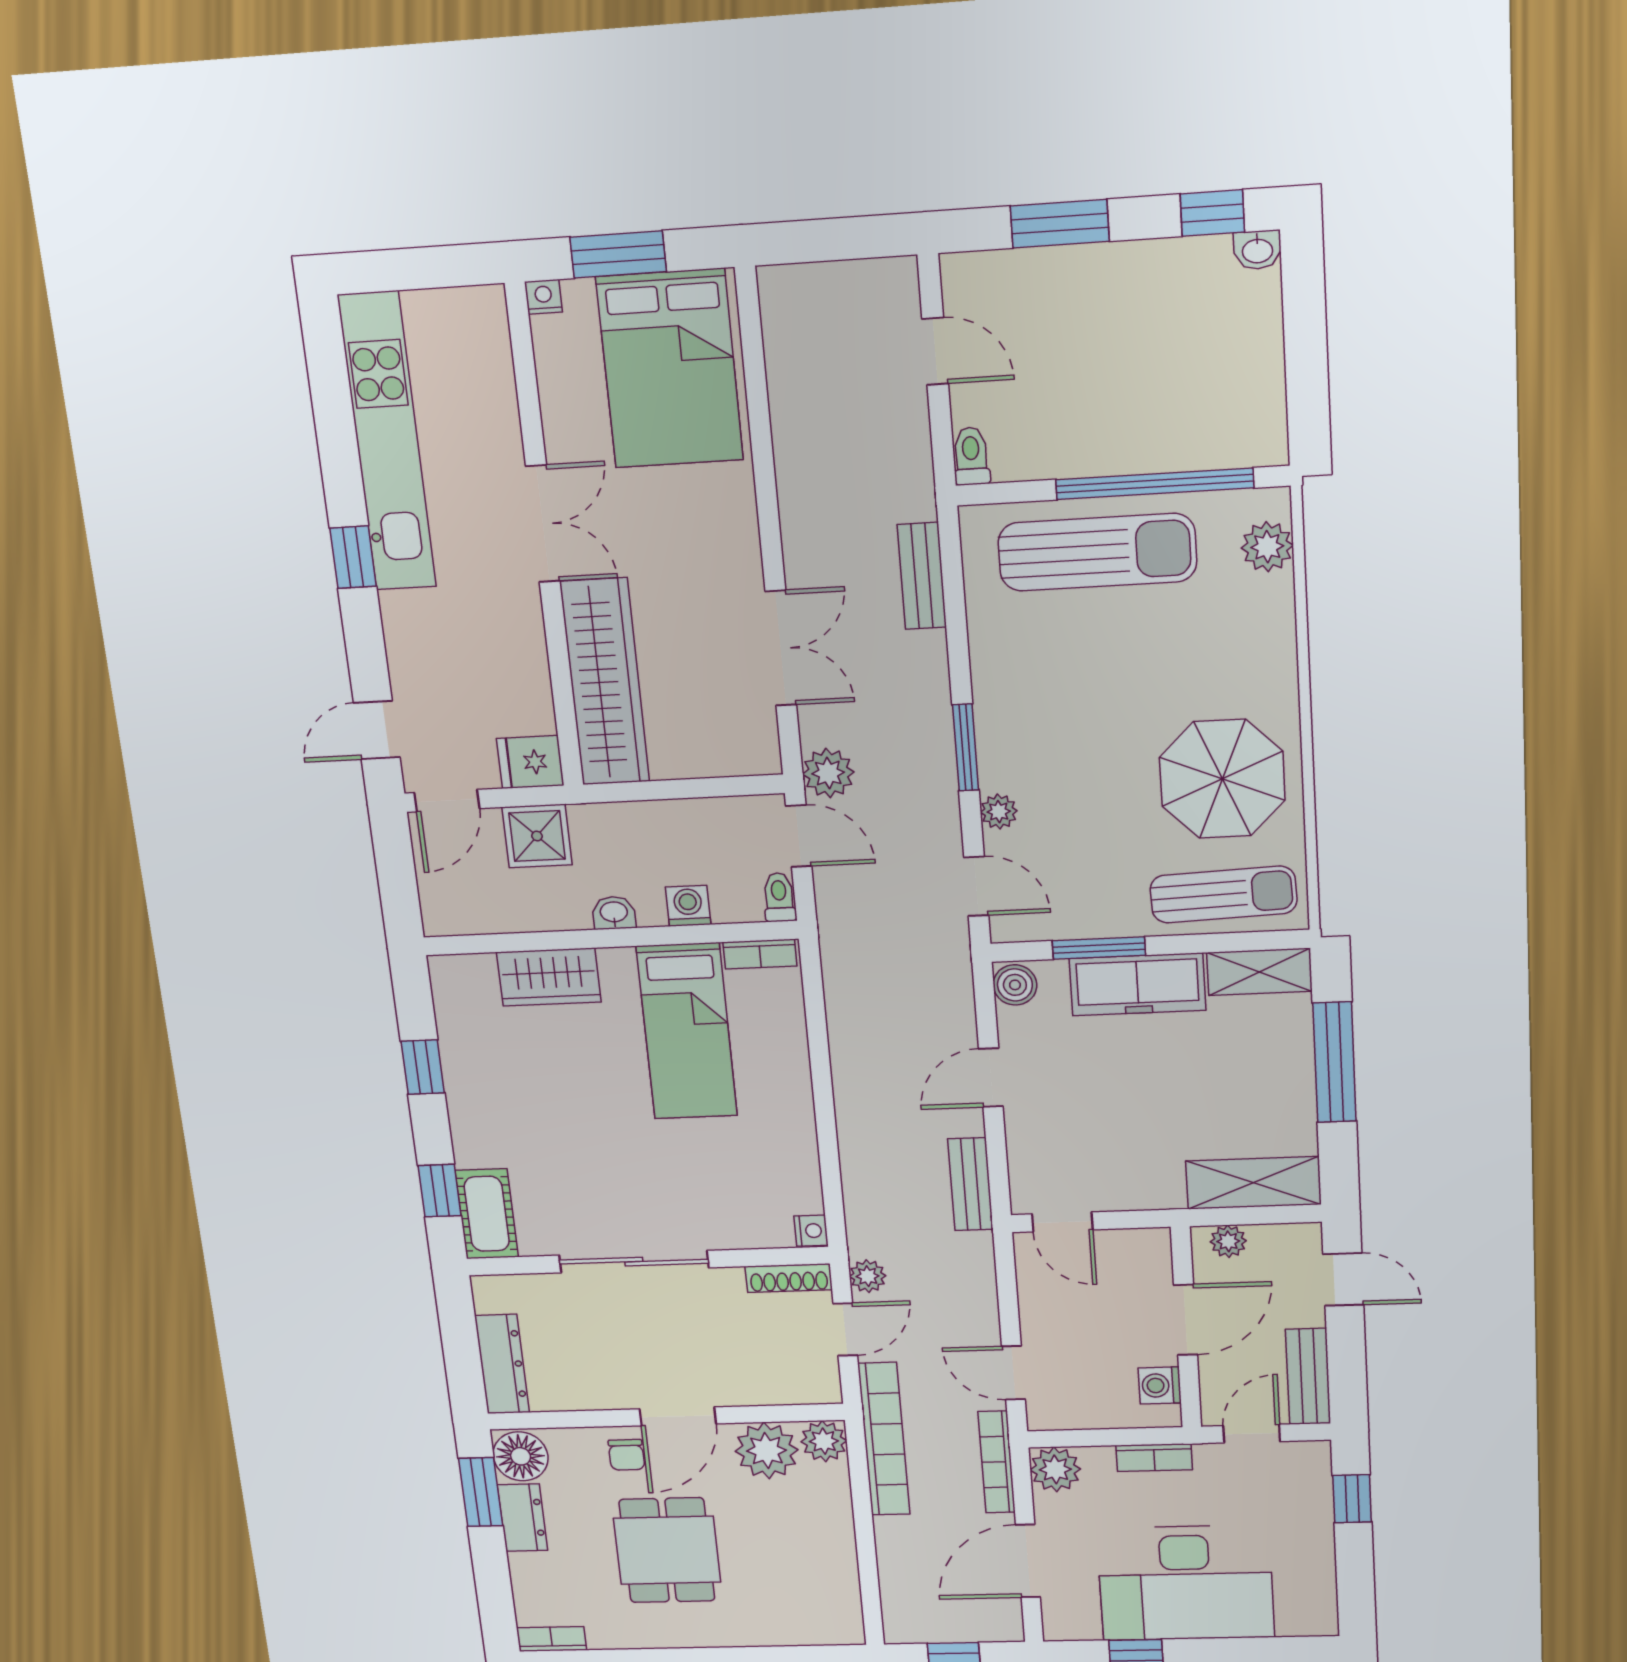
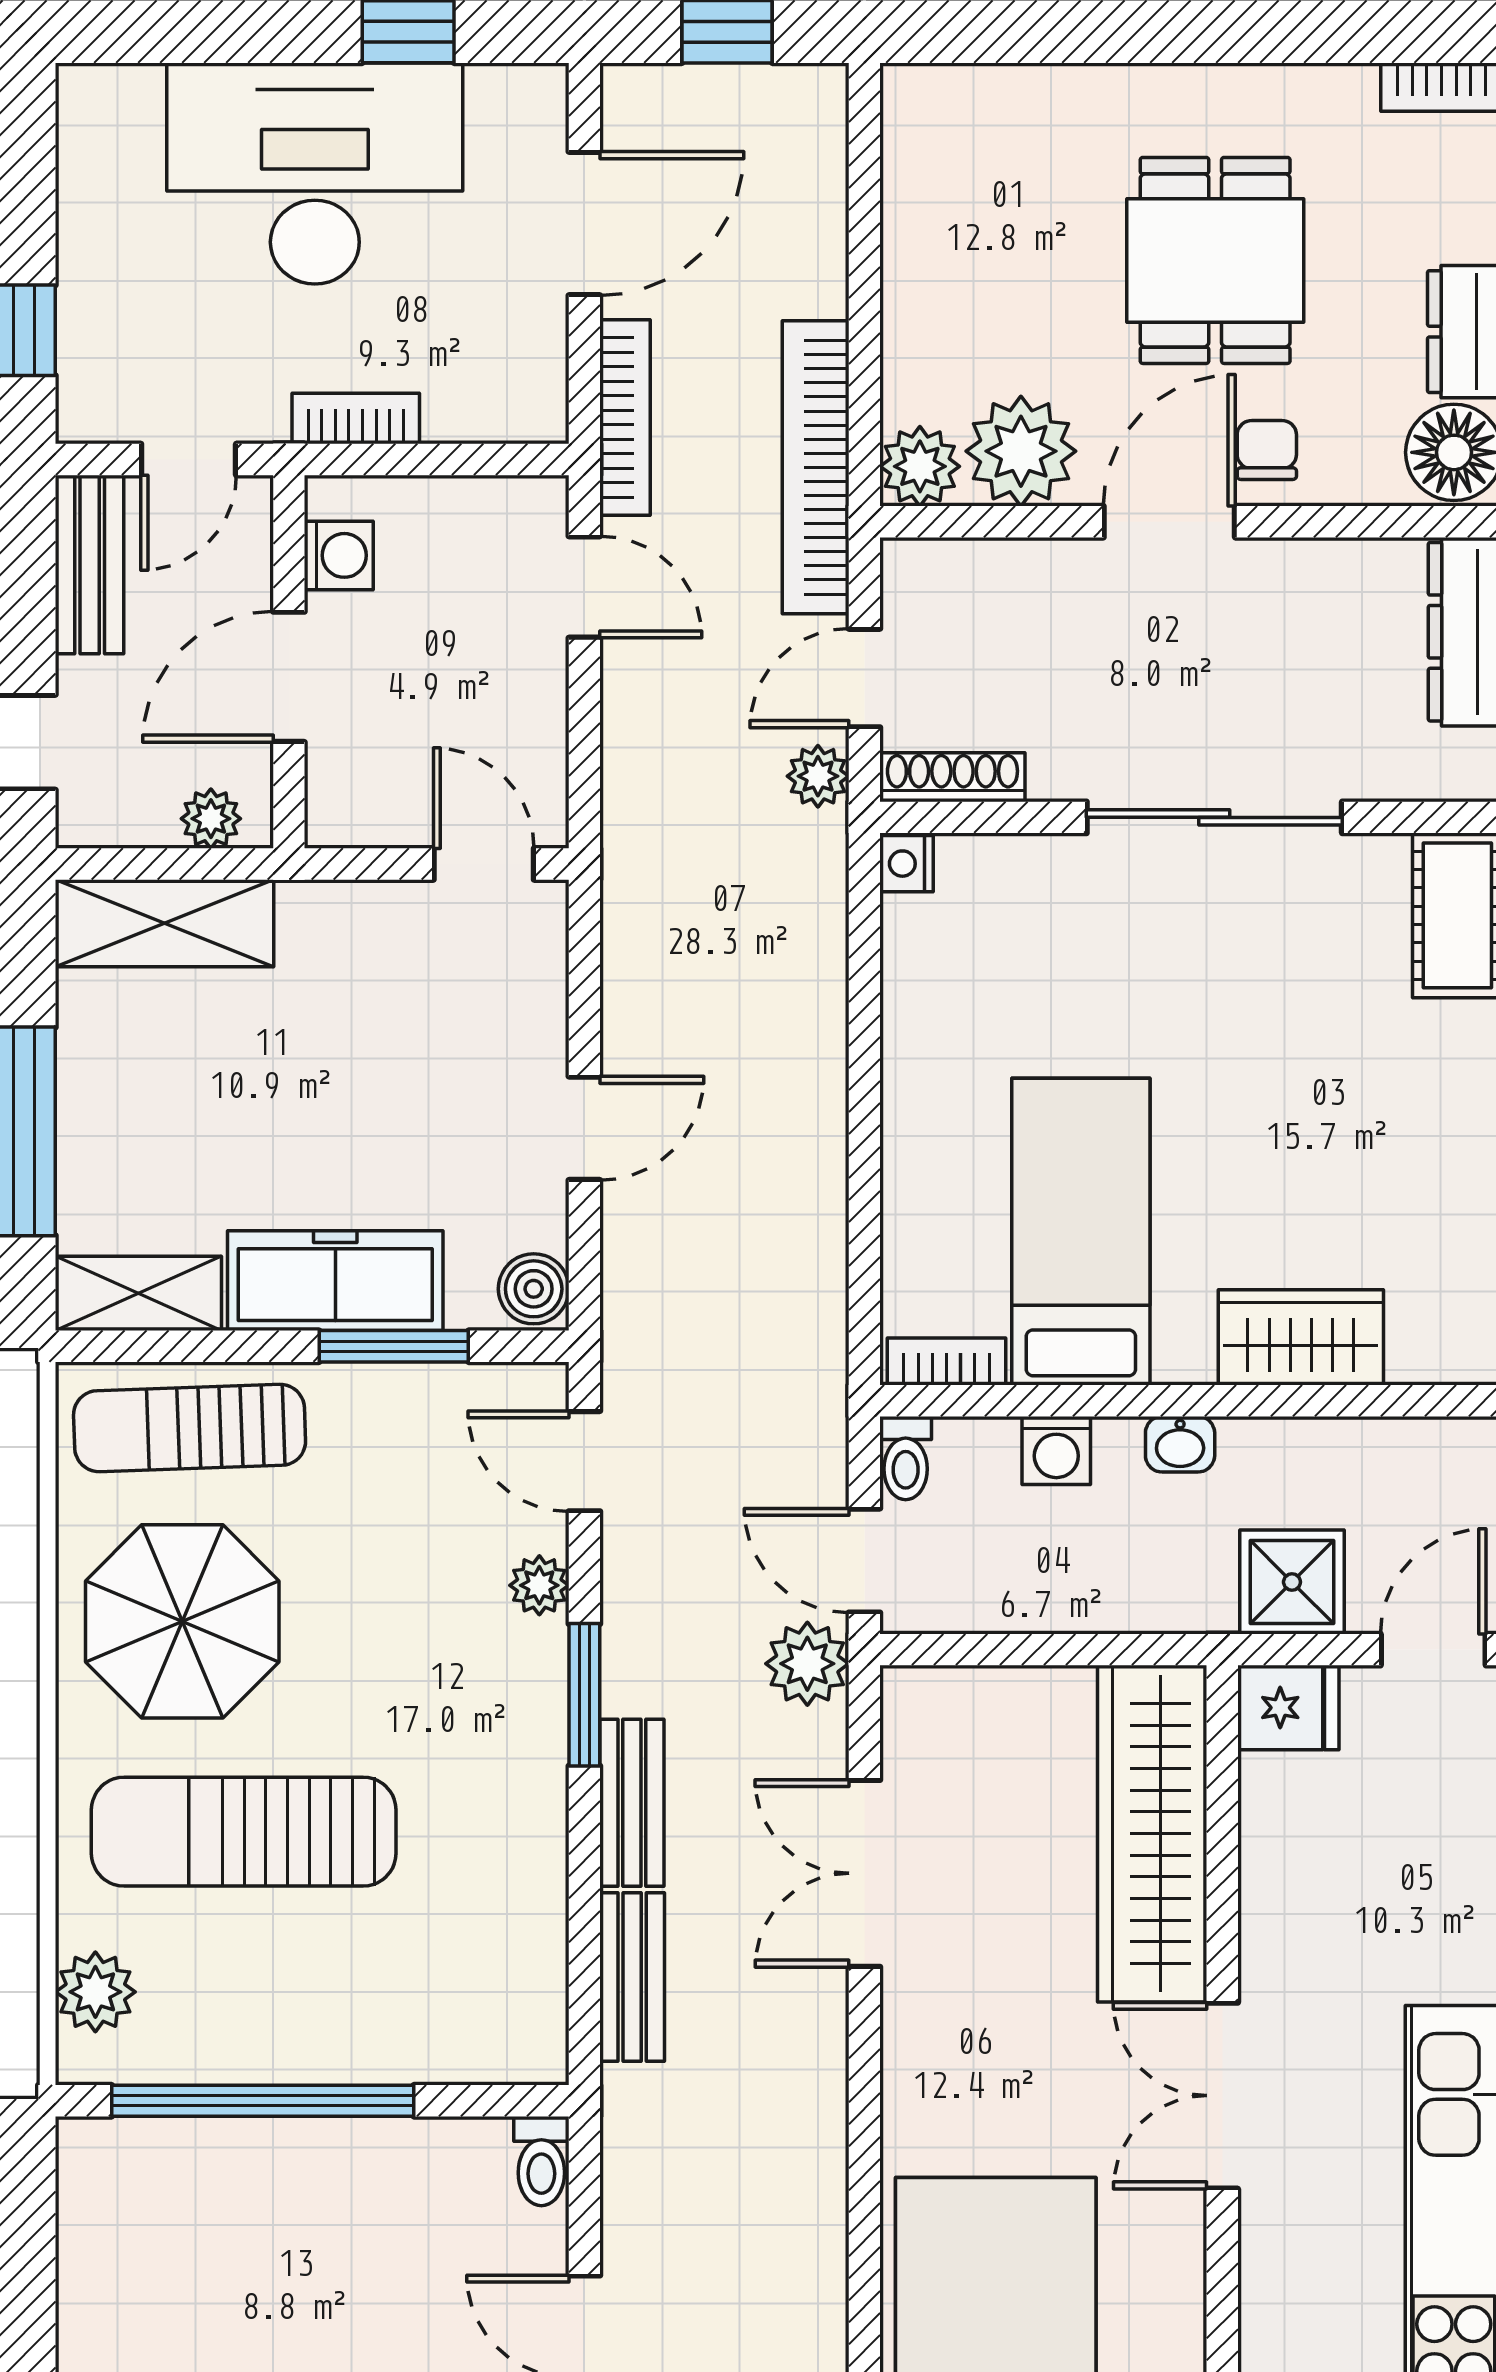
sun lounger: (1097, 552) -> (244, 1832), moved
bench: (970, 1184) -> (632, 1803), moved
plant: (1055, 1469) -> (525, 401), removed

